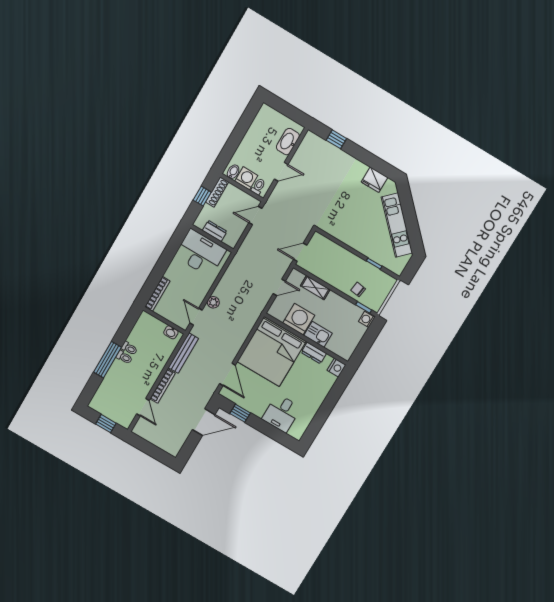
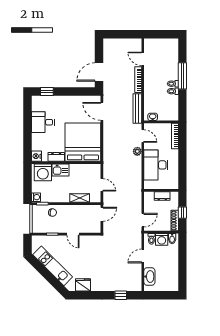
door: (349, 249) -> (73, 234), added
desk: (200, 253) -> (156, 165), moved, turned 90
door: (279, 287) -> (102, 185), swing flipped
washing machine: (299, 319) -> (43, 172), moved
window: (240, 413) -> (47, 91), moved
desk: (281, 413) -> (43, 122), moved, turned -90
window: (106, 424) -> (160, 34), removed

